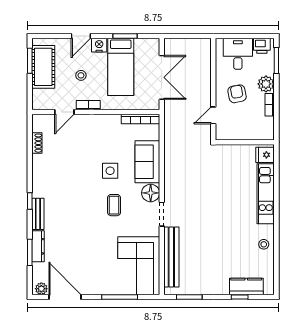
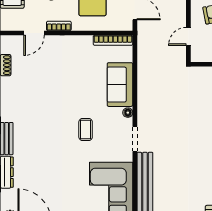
side table: (110, 171) -> (81, 94), removed
floor lamp: (151, 193) -> (128, 113), width x0.53, depth x0.53

